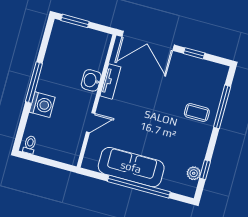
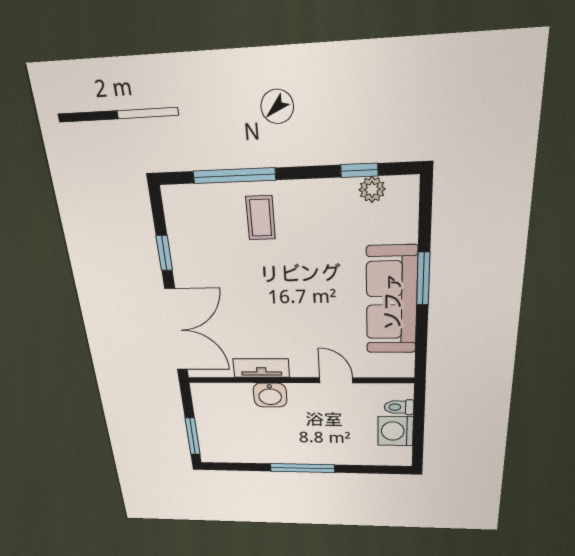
washing machine: (42, 105) -> (395, 431), moved, turned -90
toilet: (30, 145) -> (399, 407), moved
window: (139, 187) -> (423, 279), width x0.47

